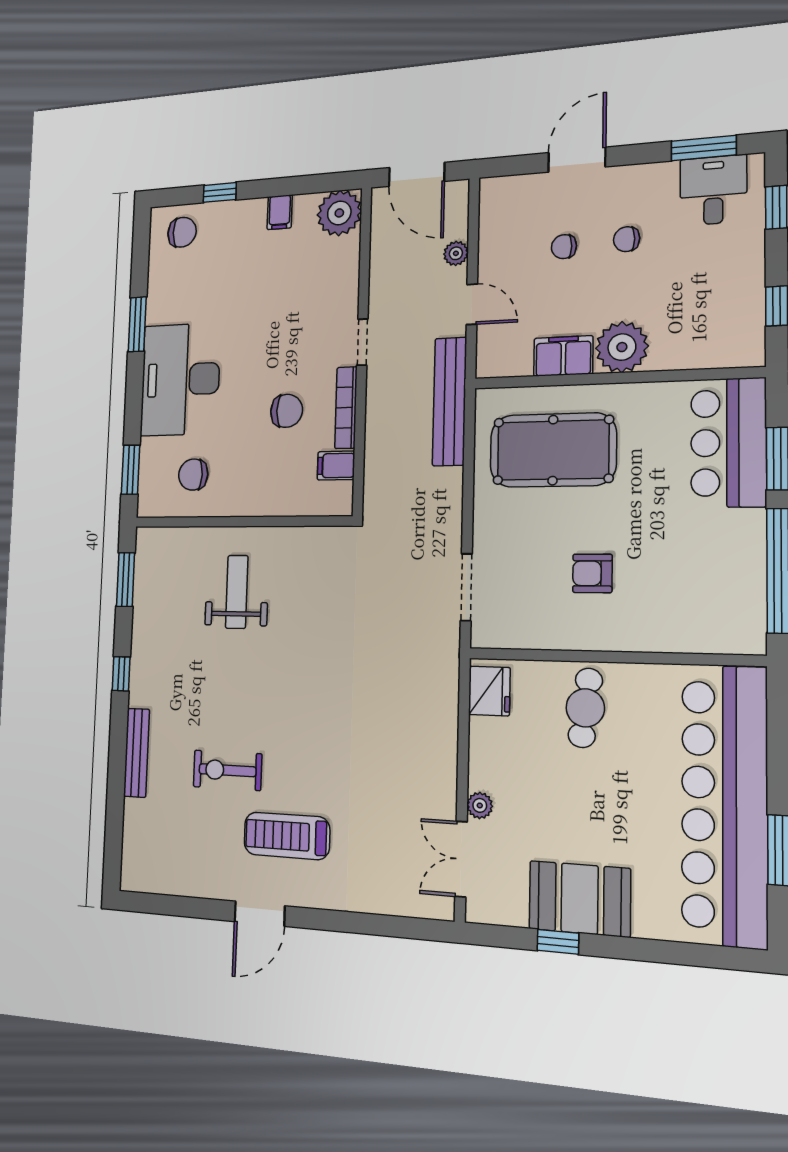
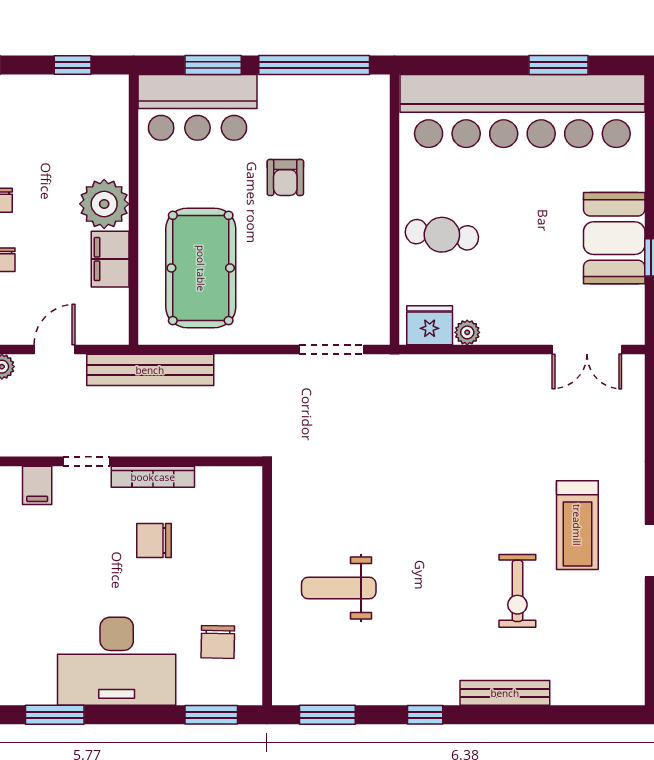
chair: (287, 411) -> (154, 540), turned -90
filing cabinet: (336, 466) -> (37, 485), moved
armchair: (592, 573) -> (285, 177), moved
plant: (480, 805) -> (467, 332), moved

